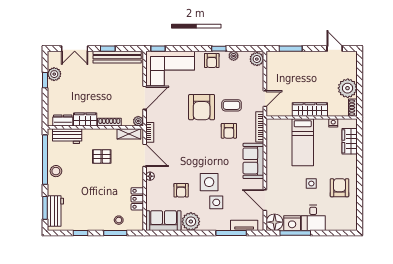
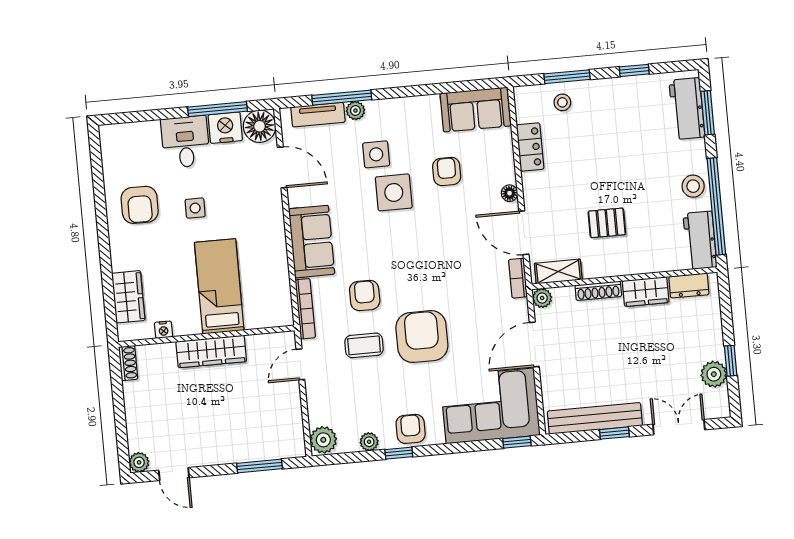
plant: (348, 88) -> (139, 462), moved, width x0.53, depth x0.53
workbench: (67, 136) -> (700, 240), moved, turned -90
plant: (191, 222) -> (355, 111), moved, width x0.53, depth x0.53

